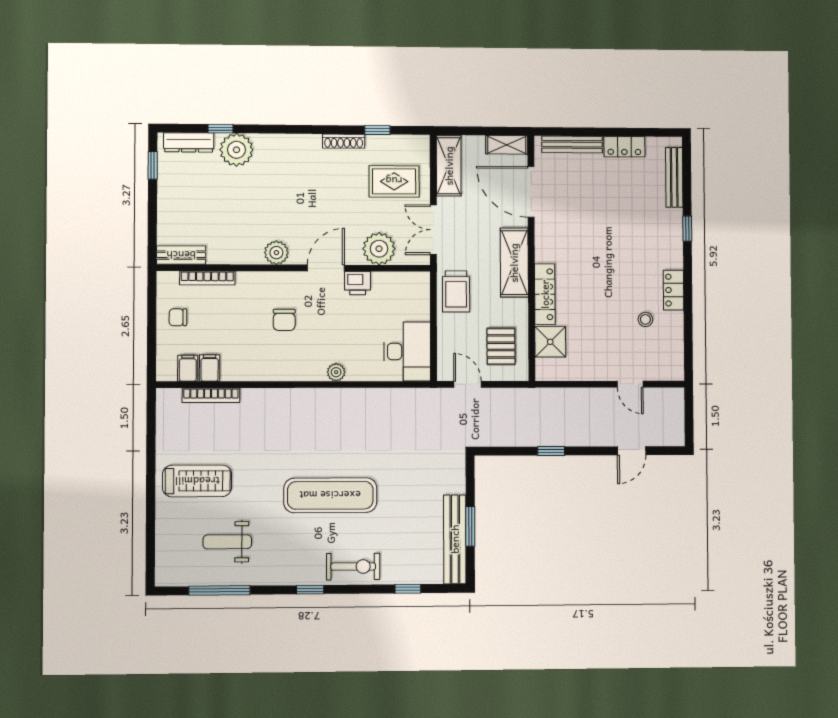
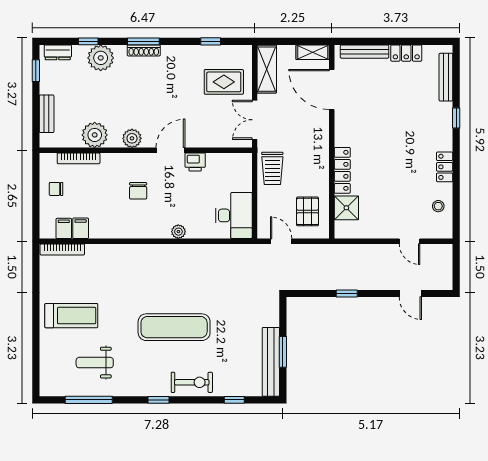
window: (291, 129) -> (143, 41), added
shoe rack: (344, 141) -> (144, 50), moved
dresser: (189, 142) -> (58, 52), width x0.70
plant: (379, 249) -> (95, 135), moved
bench: (181, 255) -> (47, 114), moved, turned 90
shelving: (514, 263) -> (318, 145), removed
stool: (645, 319) -> (438, 206), moved
bookcase: (211, 395) -> (62, 249), moved
door: (632, 451) -> (410, 294), hinge flipped

